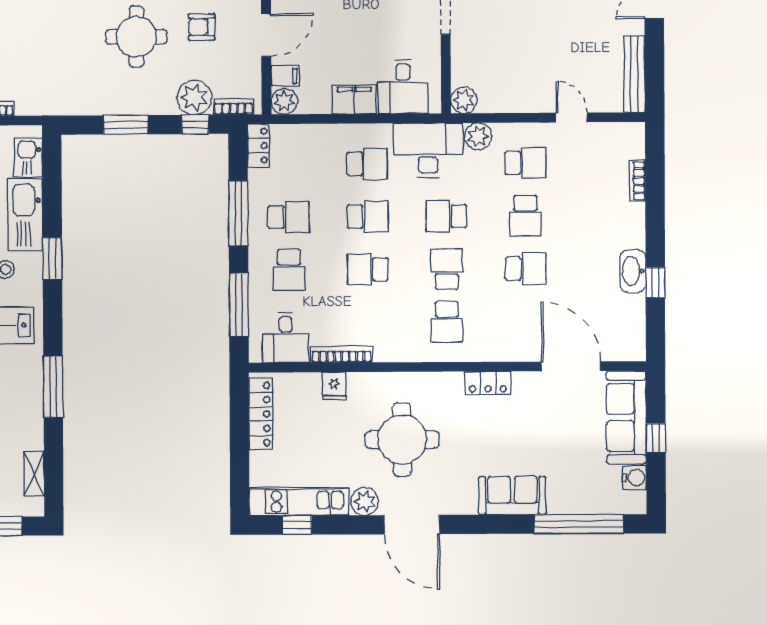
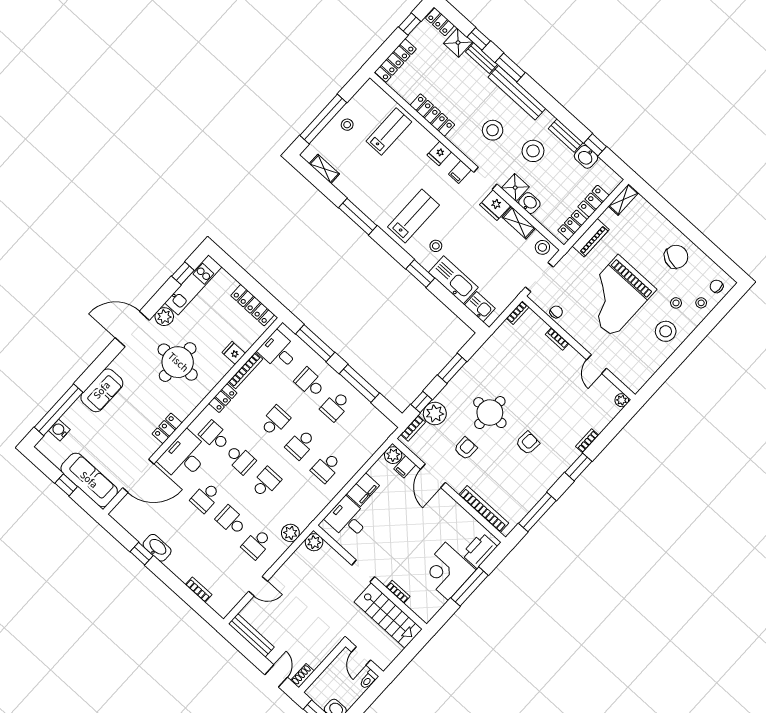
locker: (258, 146) -> (223, 398), moved, turned -90
desk: (428, 150) -> (184, 456), moved, turned 180
water cooler: (635, 478) -> (59, 430), moved, turned 90

